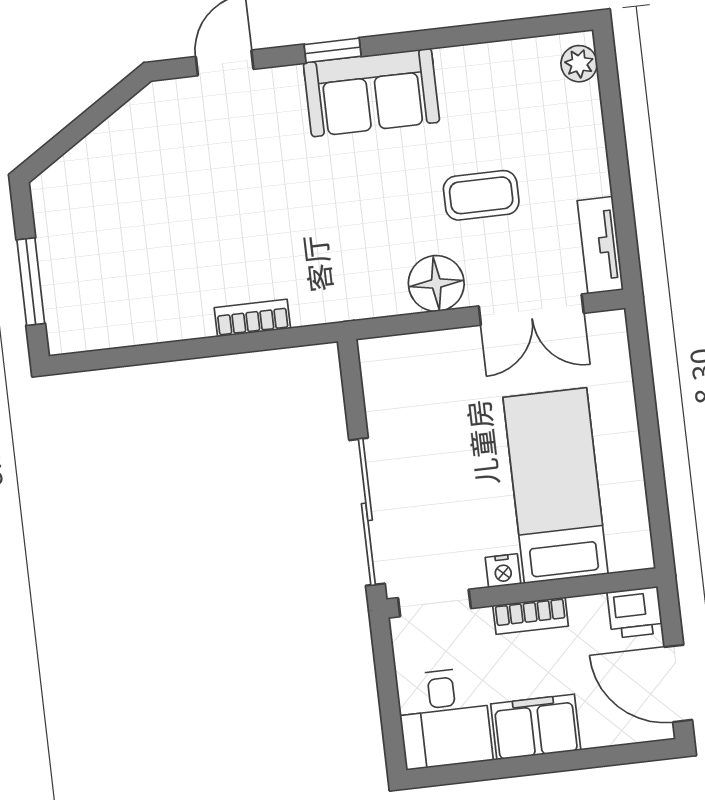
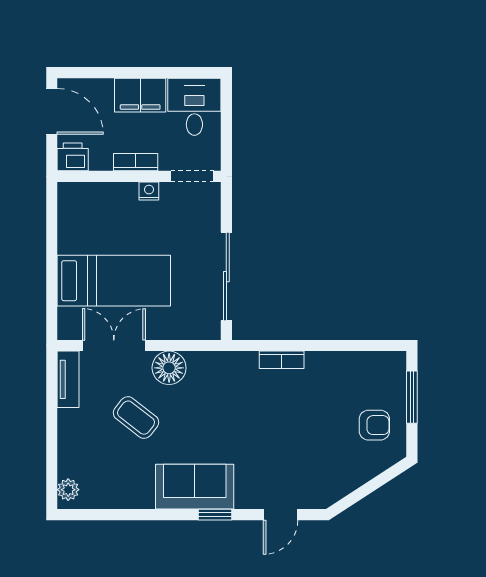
coffee table: (481, 195) -> (136, 418), turned 38
armchair: (87, 228) -> (374, 425), added
bed: (555, 486) -> (114, 281), moved, turned -90
sliding door: (367, 512) -> (226, 277), moved

